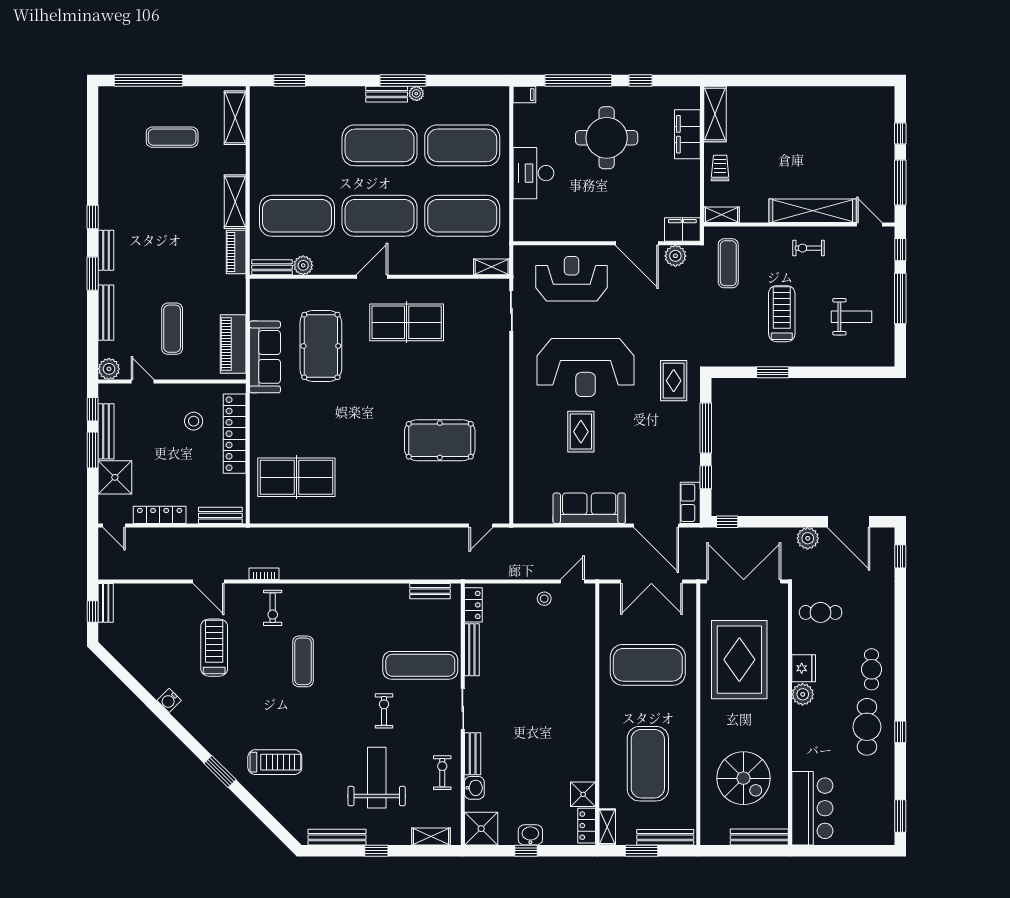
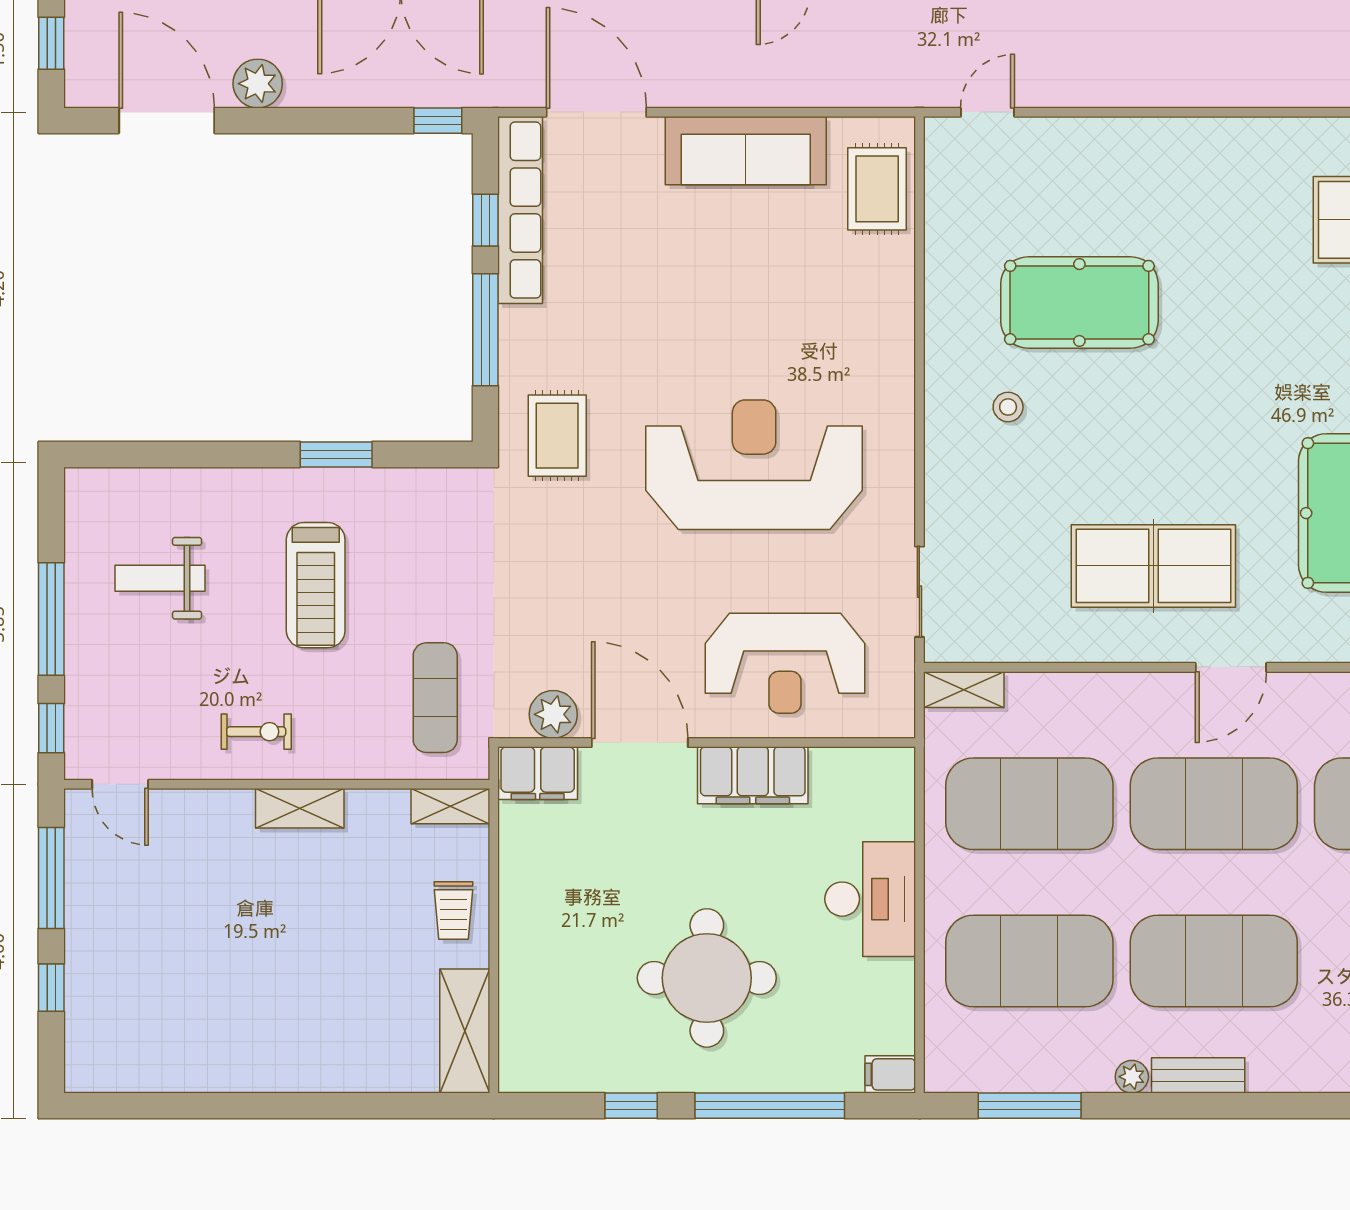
window: (403, 81) -> (1030, 1106), moved
filing cabinet: (687, 134) -> (753, 775), moved, turned 90
shelving: (813, 211) -> (300, 808), width x0.45, depth x0.75
stool: (472, 393) -> (1008, 407), added
rug: (581, 432) -> (877, 189), moved
row of seats: (690, 503) -> (520, 210), width x2.02

